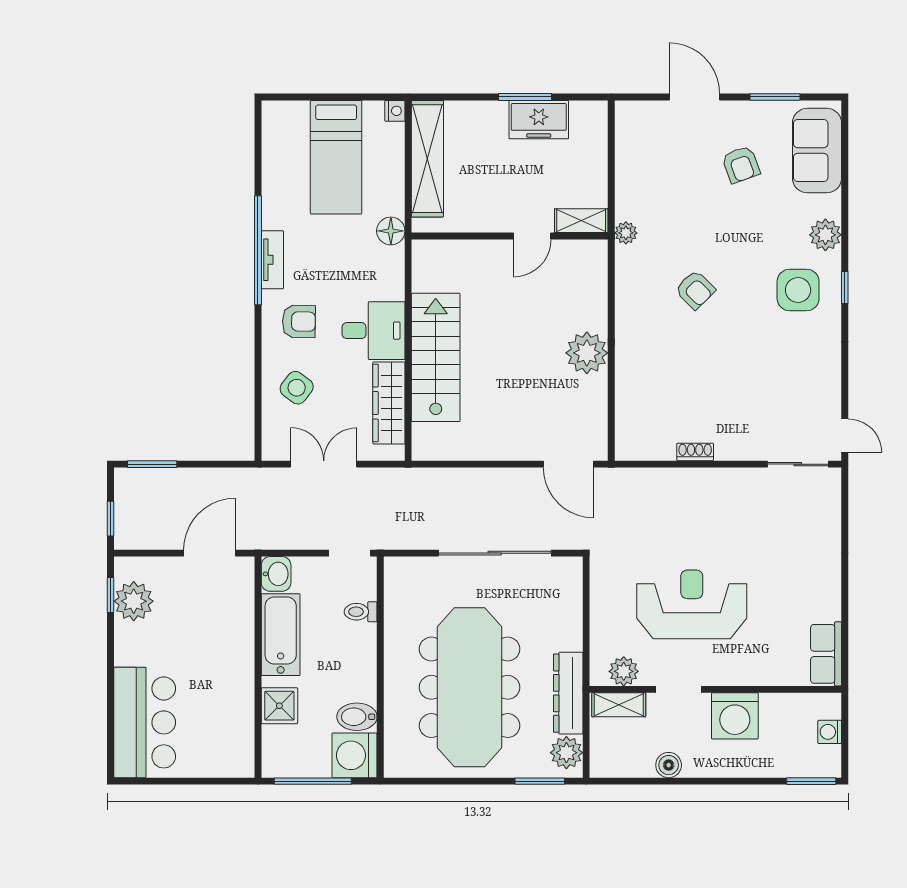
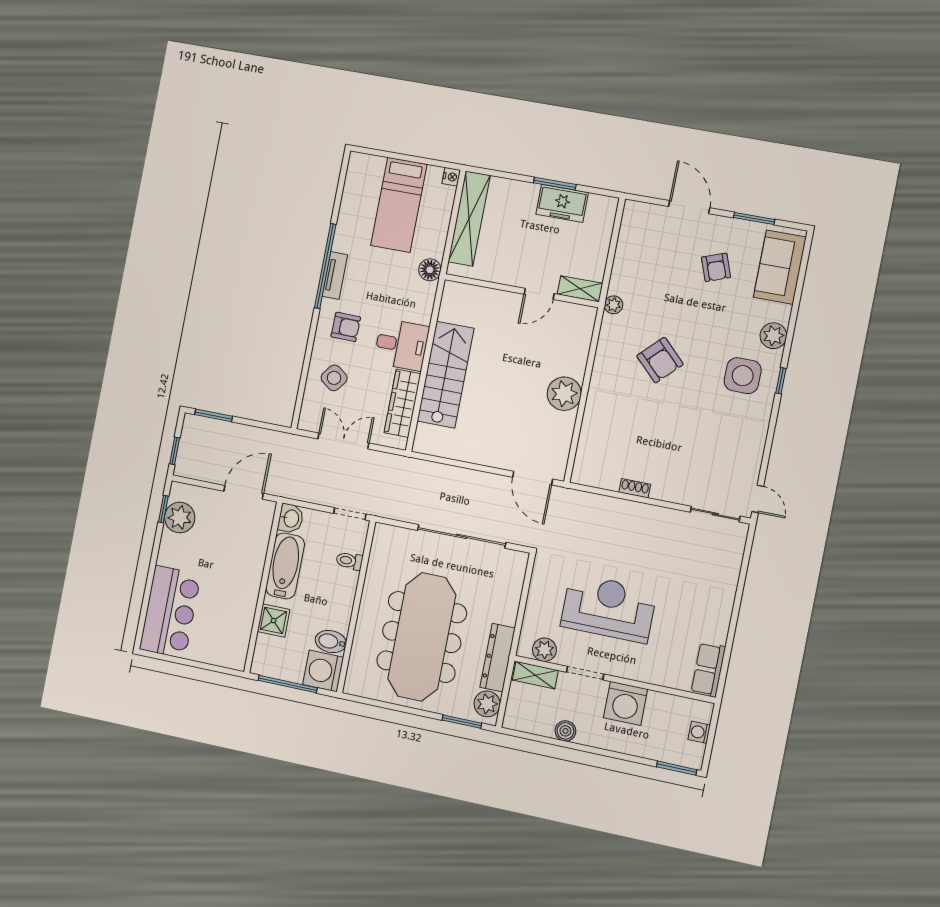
armchair: (695, 290) -> (660, 360), width x1.38, depth x1.38

